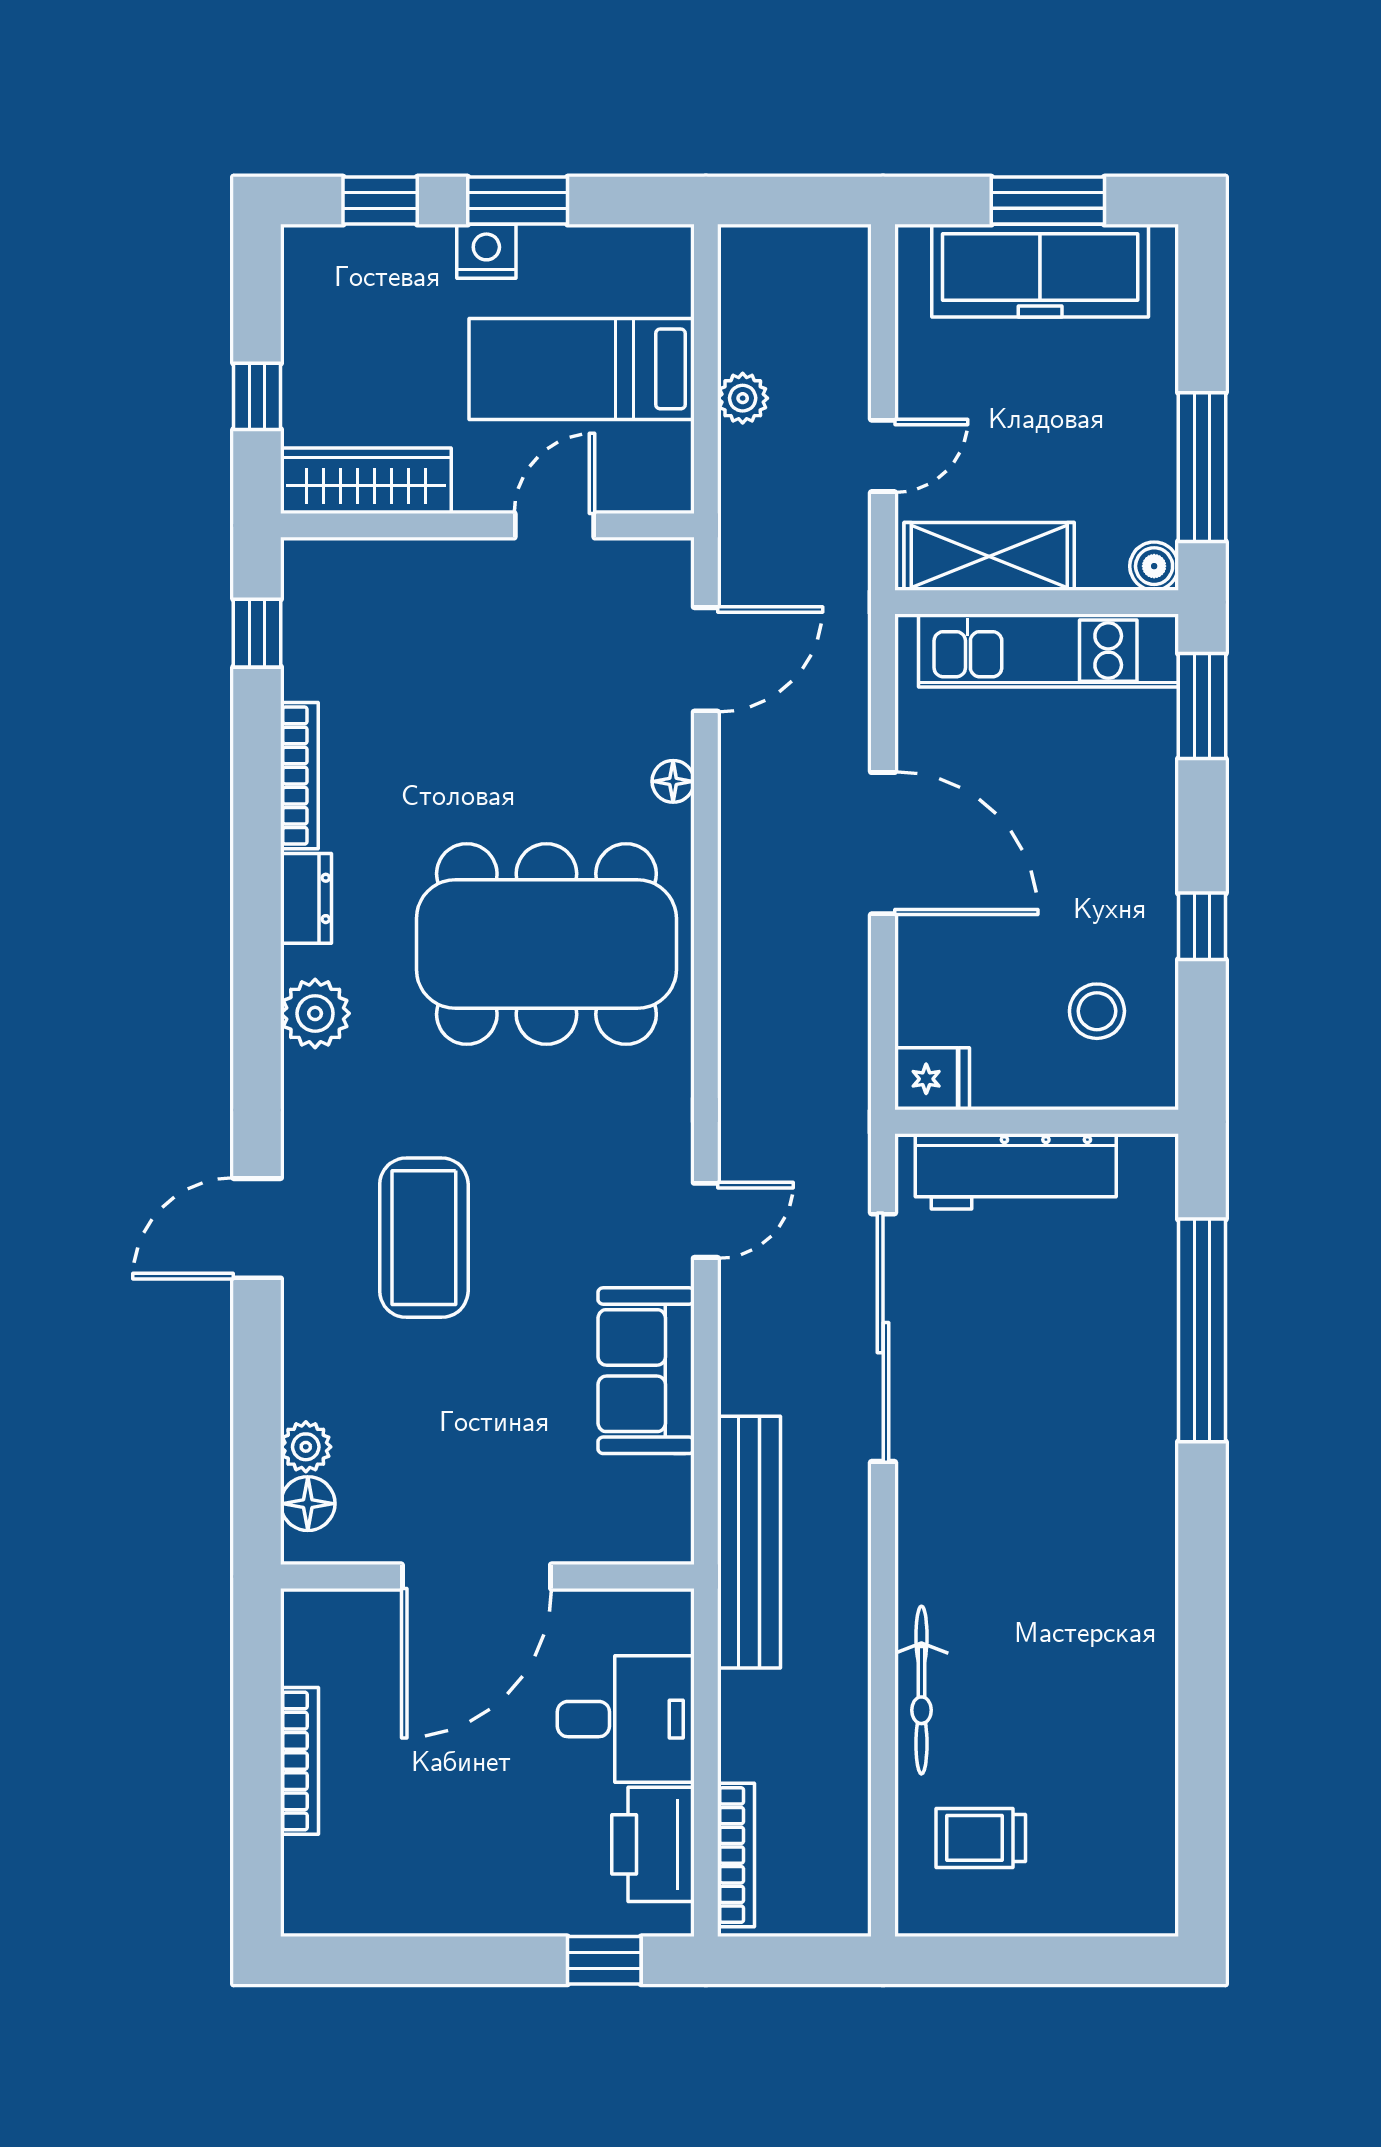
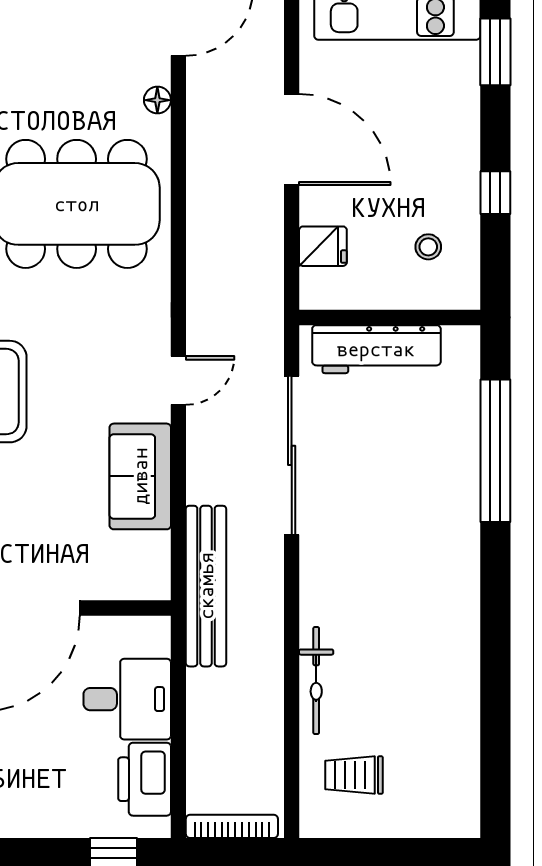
stool: (1097, 1011) -> (428, 247), width x0.73, depth x0.73
fridge: (932, 1079) -> (323, 246), moved
bookcase: (736, 1855) -> (232, 826), moved, turned -90

